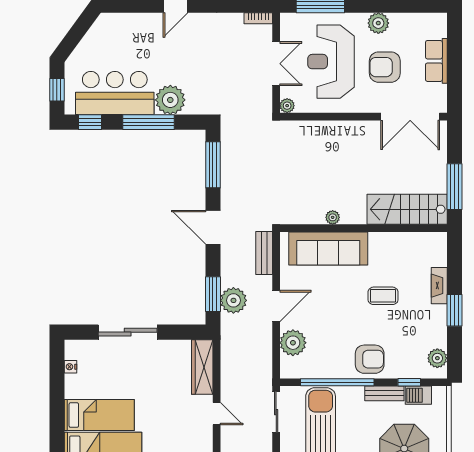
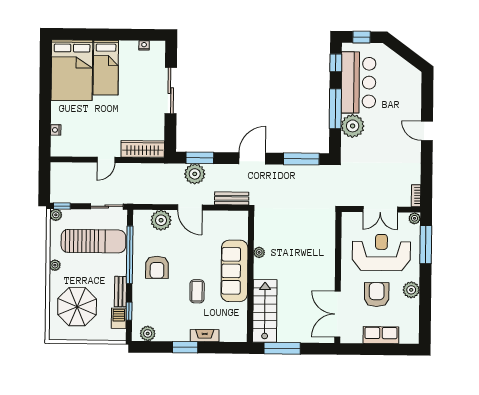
plant: (287, 106) -> (414, 218), moved
sofa: (328, 248) -> (234, 271), moved
armchair: (370, 359) -> (157, 267), moved

